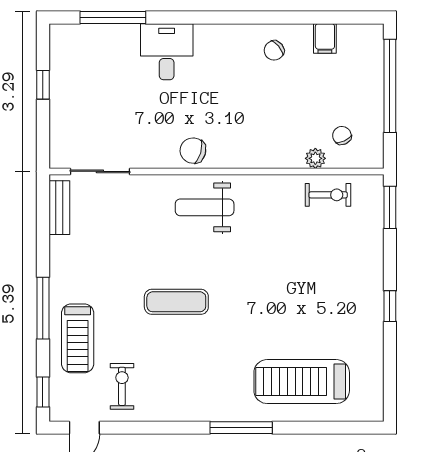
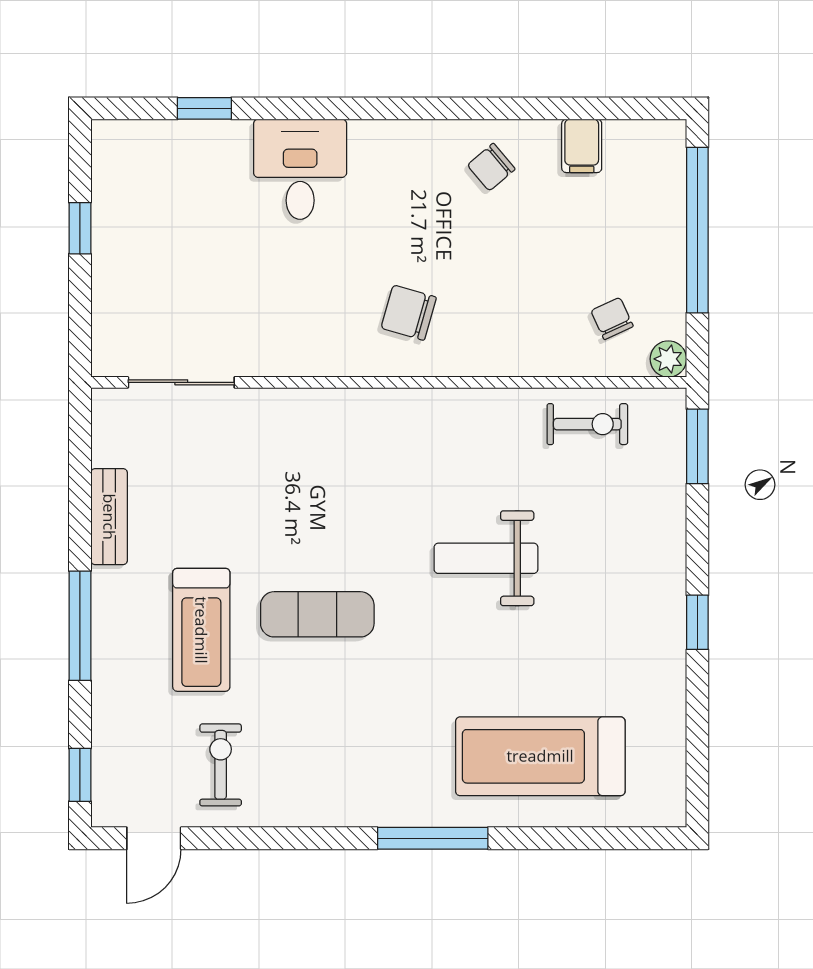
window: (113, 17) -> (204, 108), width x0.46
chair: (193, 151) -> (409, 313), moved
plant: (315, 158) -> (668, 359), moved
weight bench: (205, 207) -> (486, 558), moved
bench: (59, 208) -> (109, 517), moved
treadmill: (78, 338) -> (201, 630), moved

